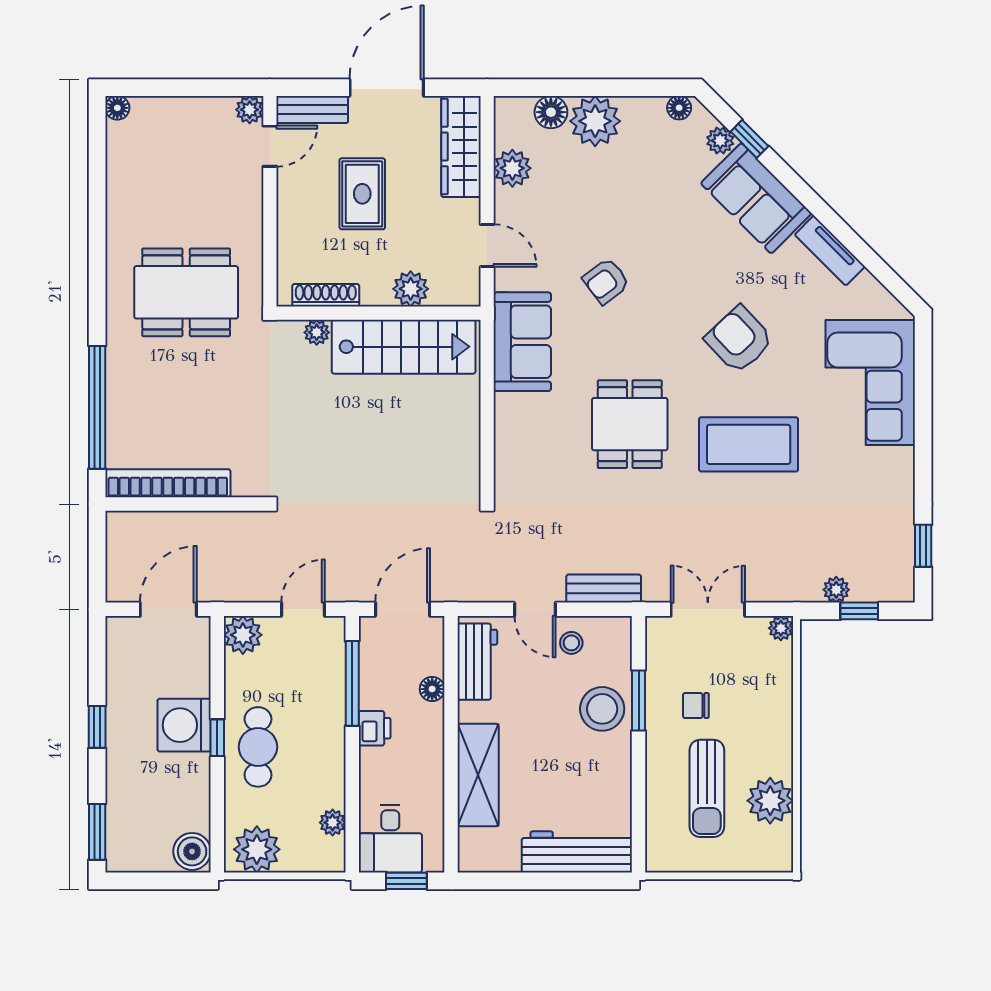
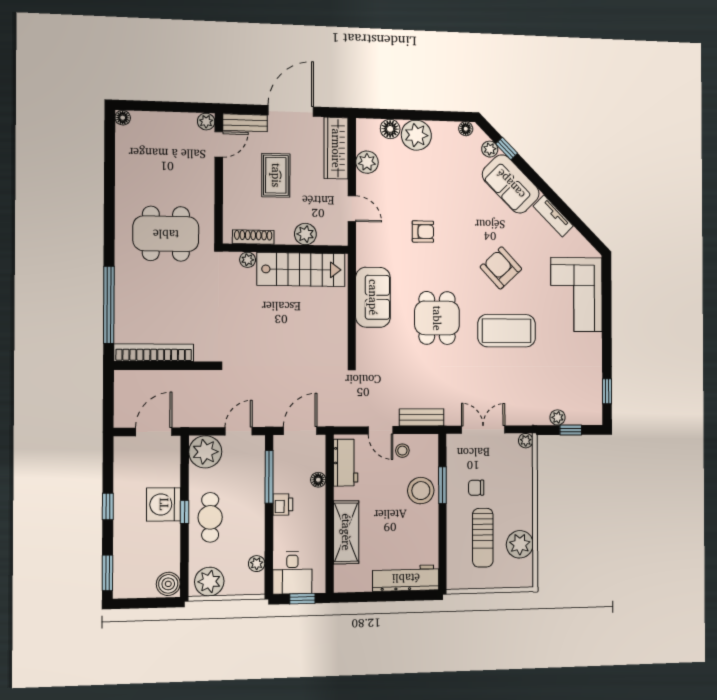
armchair: (606, 281) -> (423, 232), turned -143
sofa: (522, 342) -> (373, 297), moved
plant: (243, 635) -> (205, 452), width x1.36, depth x1.36

